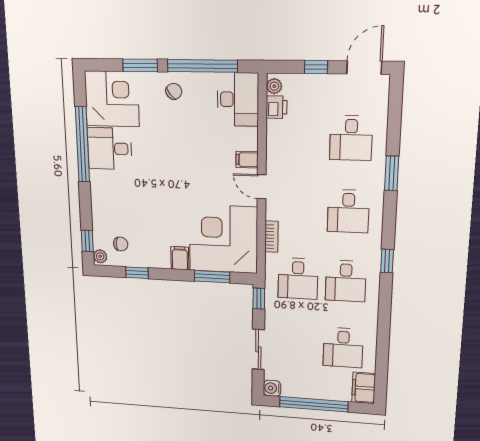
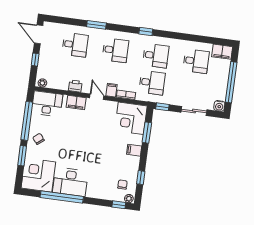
printer: (277, 107) -> (75, 86), moved
desk: (110, 149) -> (70, 182), width x1.37
filing cabinet: (247, 160) -> (76, 102), width x2.00
door: (262, 187) -> (97, 97), swing flipped
filing cabinet: (277, 211) -> (112, 90), added
corner desk: (223, 239) -> (131, 118), width x0.74, depth x0.74

